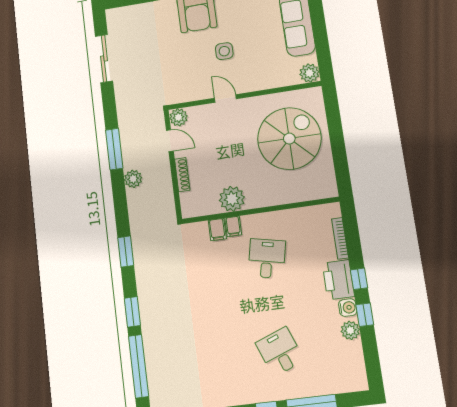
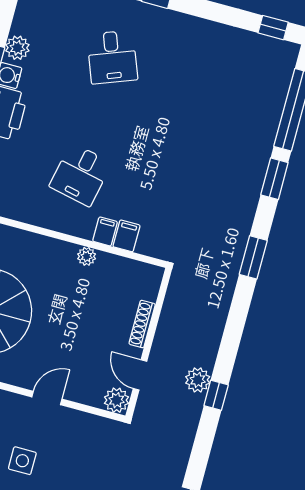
door: (225, 98) -> (47, 398), swing flipped
window: (114, 149) -> (216, 395), width x0.46
plant: (133, 179) -> (198, 380), moved
plant: (232, 199) -> (87, 256), width x0.53, depth x0.53

